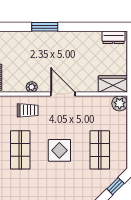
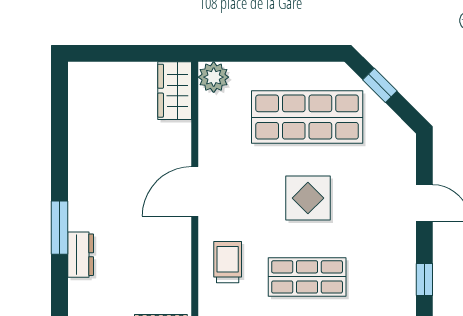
dresser: (114, 37) -> (81, 255), moved
plant: (32, 87) -> (181, 254), removed
shop shelf: (100, 150) -> (307, 117), width x1.43, depth x1.36

